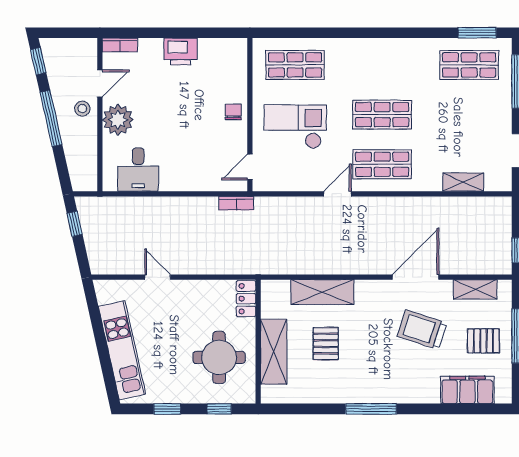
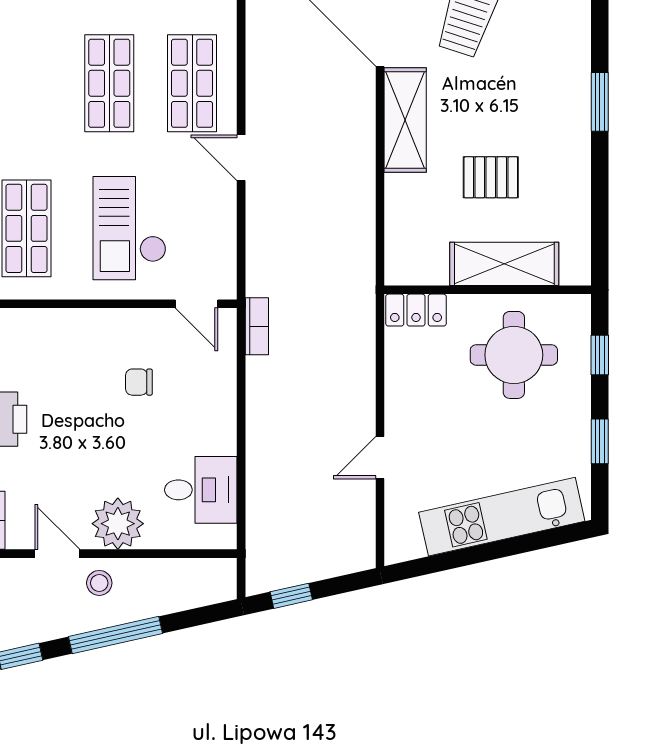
chair: (233, 112) -> (139, 382), moved
shelving: (322, 292) -> (405, 120), moved
window: (371, 409) -> (600, 102), width x0.69

